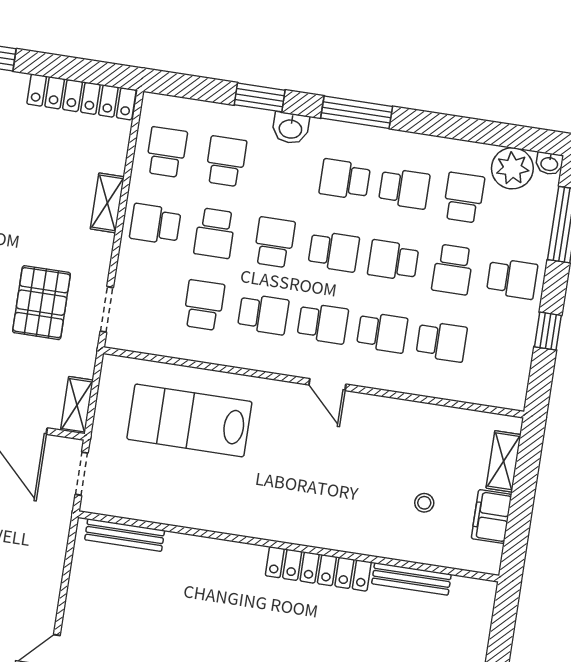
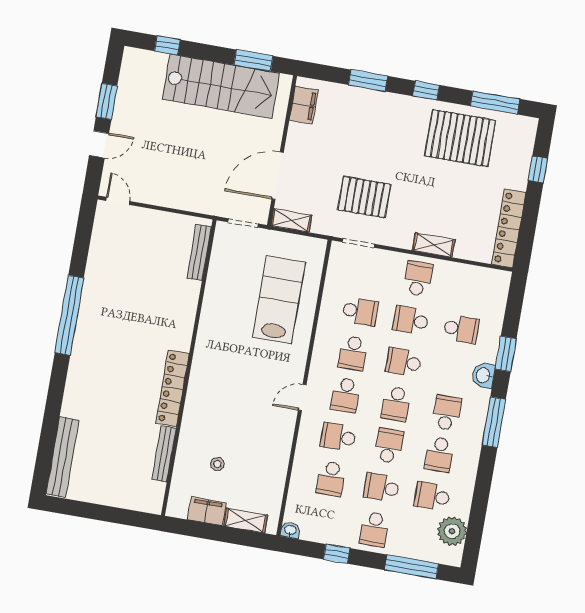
school desk: (166, 152) -> (469, 287), removed
washbasin: (549, 163) -> (290, 530), moved, turned 90
school desk: (464, 198) -> (432, 496), turned 180
school desk: (274, 242) -> (403, 362), turned 180
school desk: (382, 332) -> (338, 437), turned 90

